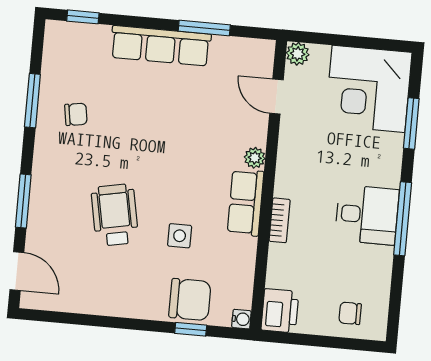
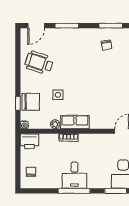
plant: (255, 158) -> (55, 124), moved
wheelchair: (115, 215) -> (39, 63), moved, turned -151
chair: (190, 300) -> (31, 102), turned -90

